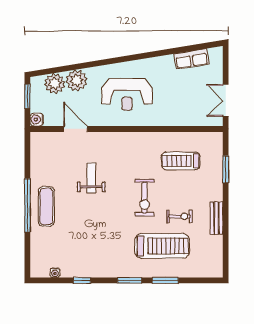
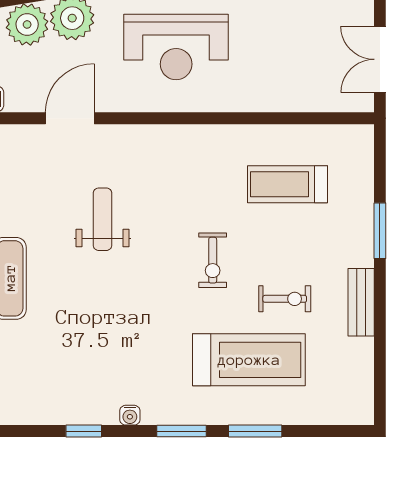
door: (75, 129) -> (70, 118), hinge flipped
window: (226, 169) -> (380, 231), moved
exercise bike: (145, 198) -> (213, 260), width x0.73, depth x0.72
water cooler: (55, 273) -> (130, 415), moved

